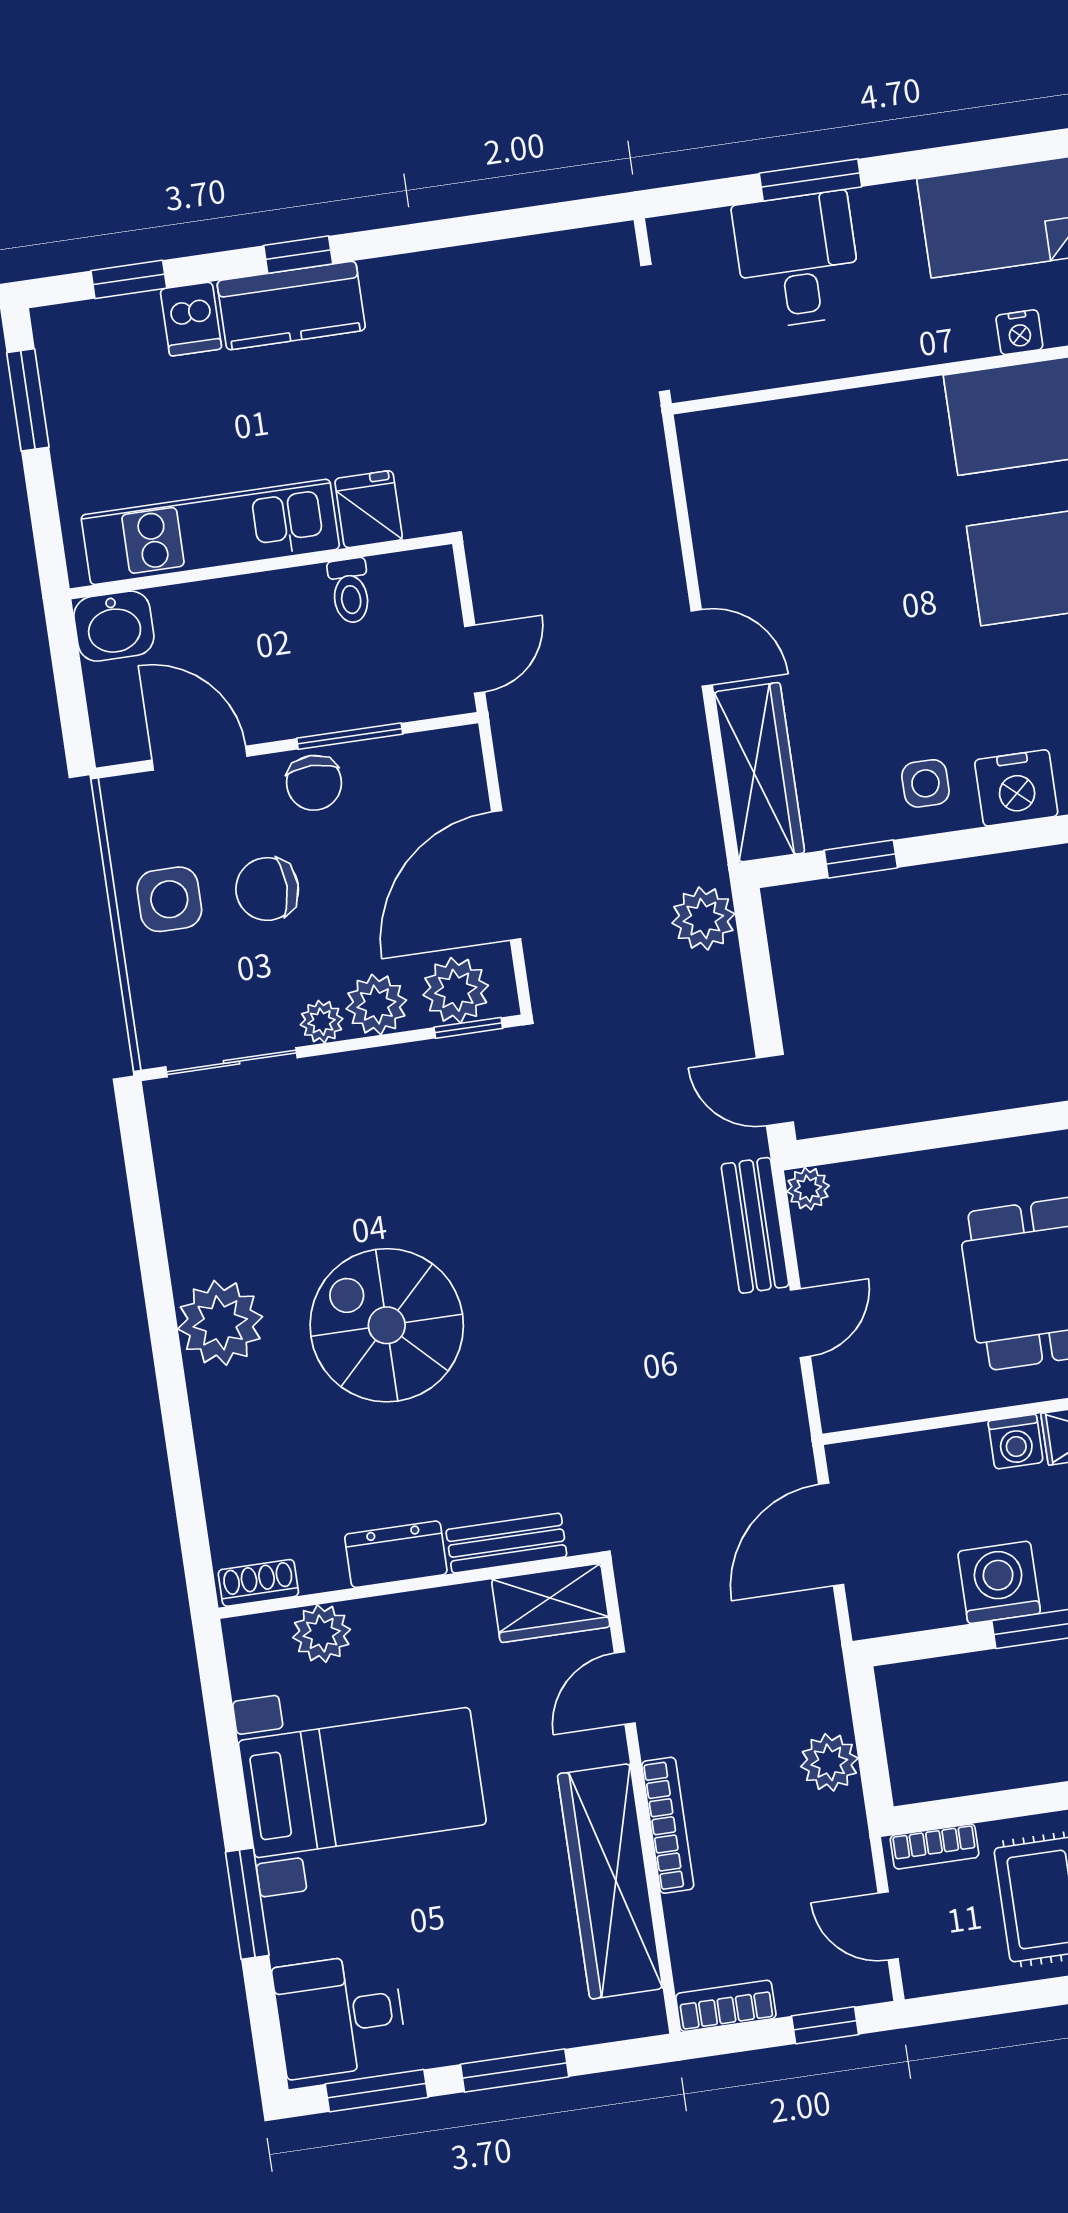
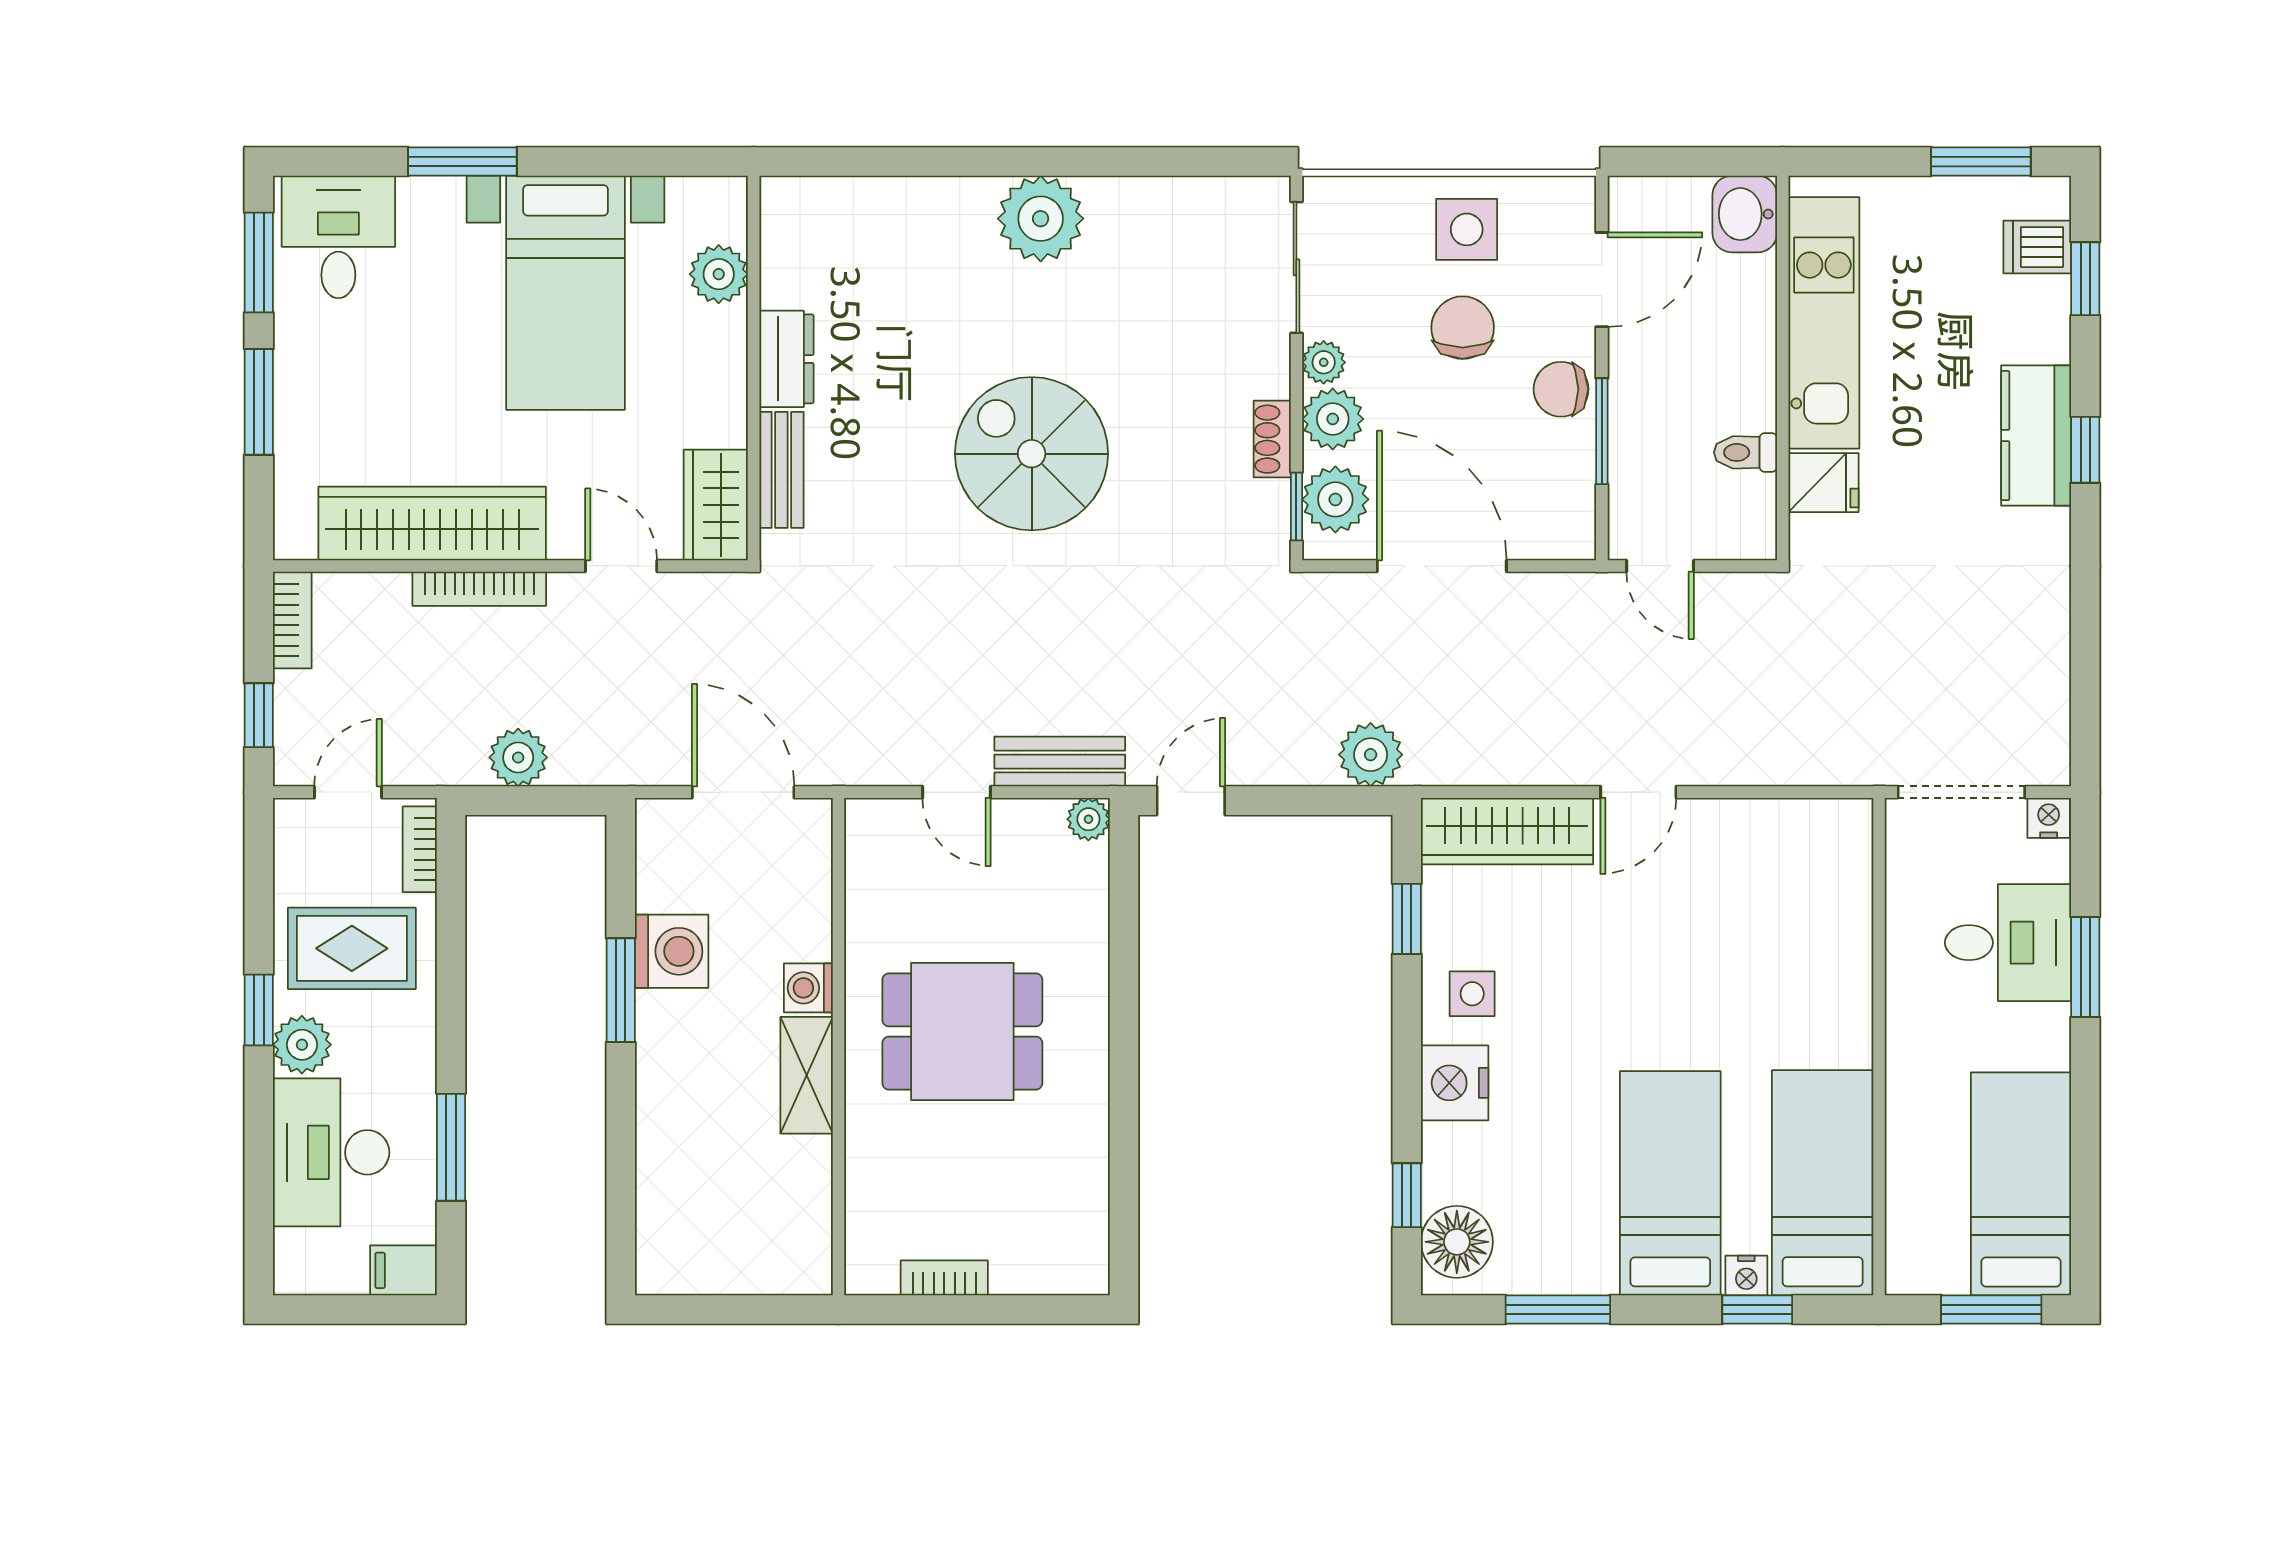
dishwasher: (191, 319) -> (2037, 247), moved
nightstand: (1019, 332) -> (2049, 818), moved, turned 90
spiral stairs: (387, 1325) -> (1032, 454), moved, turned -90
shoe rack: (258, 1583) -> (1272, 439), moved, turned 180

